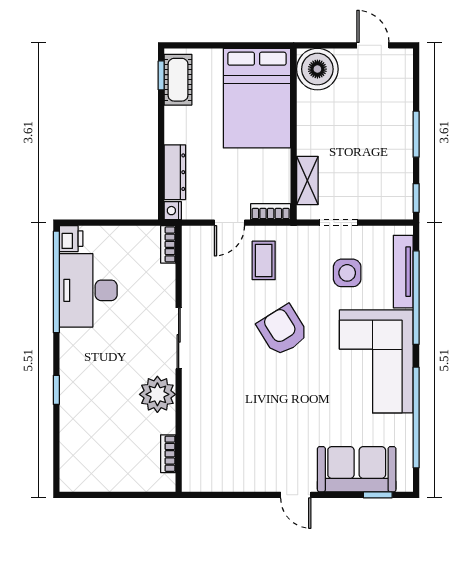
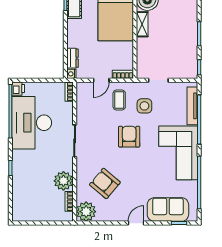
dresser: (175, 172) -> (73, 58), width x0.70
shelving: (307, 180) -> (142, 24), moved
side table: (347, 273) -> (144, 106), moved
desk: (88, 290) -> (32, 123), width x1.36, depth x1.30
armchair: (283, 330) -> (129, 137), turned 32
plant: (157, 394) -> (63, 181), moved
armchair: (236, 420) -> (105, 183), added
plant: (201, 473) -> (86, 212), added
door: (296, 495) -> (136, 223), swing flipped

